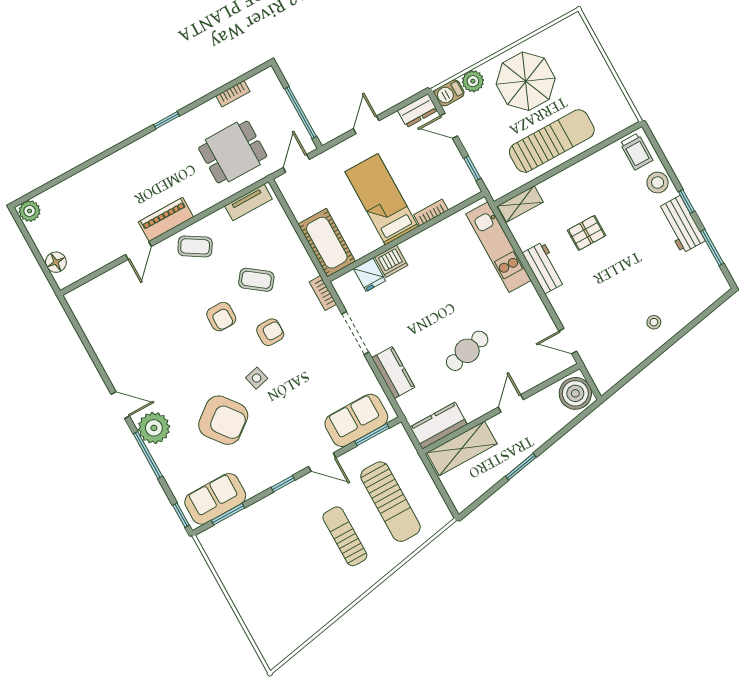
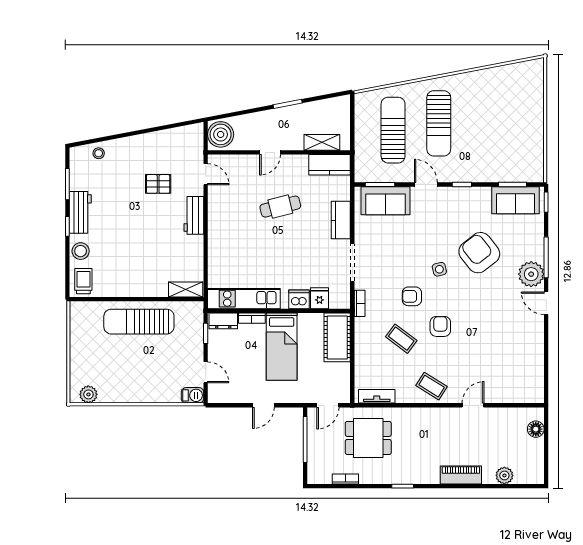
plant: (473, 81) -> (88, 394), moved
parasol: (526, 81) -> (134, 374), removed
dresser: (417, 111) -> (223, 321), moved, turned 180
plant: (30, 211) -> (504, 475), moved
piano: (166, 219) -> (461, 475), moved, turned 180
pallet: (587, 233) -> (158, 184), moved
kitchen unit: (498, 247) -> (244, 299), moved, turned -90
workbench: (544, 268) -> (194, 215), moved
stool: (654, 322) -> (99, 153), moved
shelving: (462, 448) -> (322, 142), width x0.67, depth x0.75
sun lounger: (345, 536) -> (439, 123), width x1.36, depth x1.34

